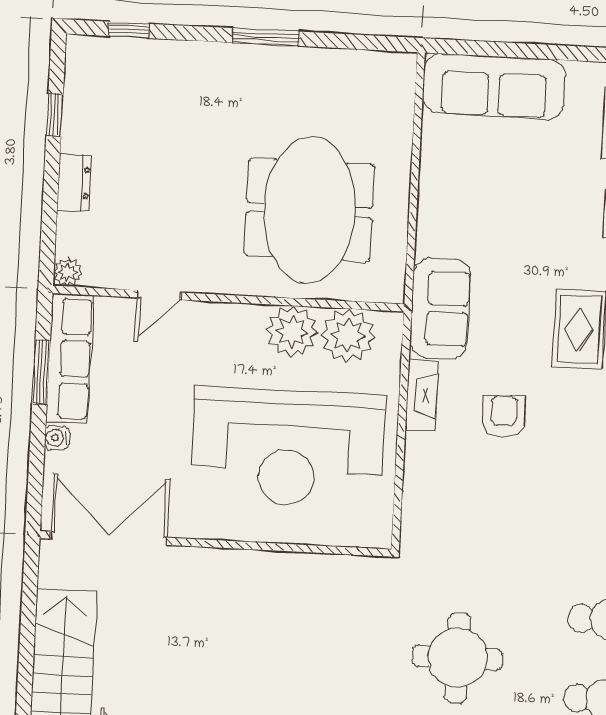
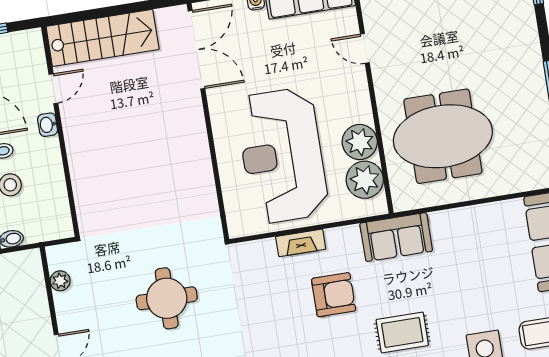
fireplace: (422, 395) -> (301, 243), moved
armchair: (504, 416) -> (334, 295), width x1.38, depth x1.38

